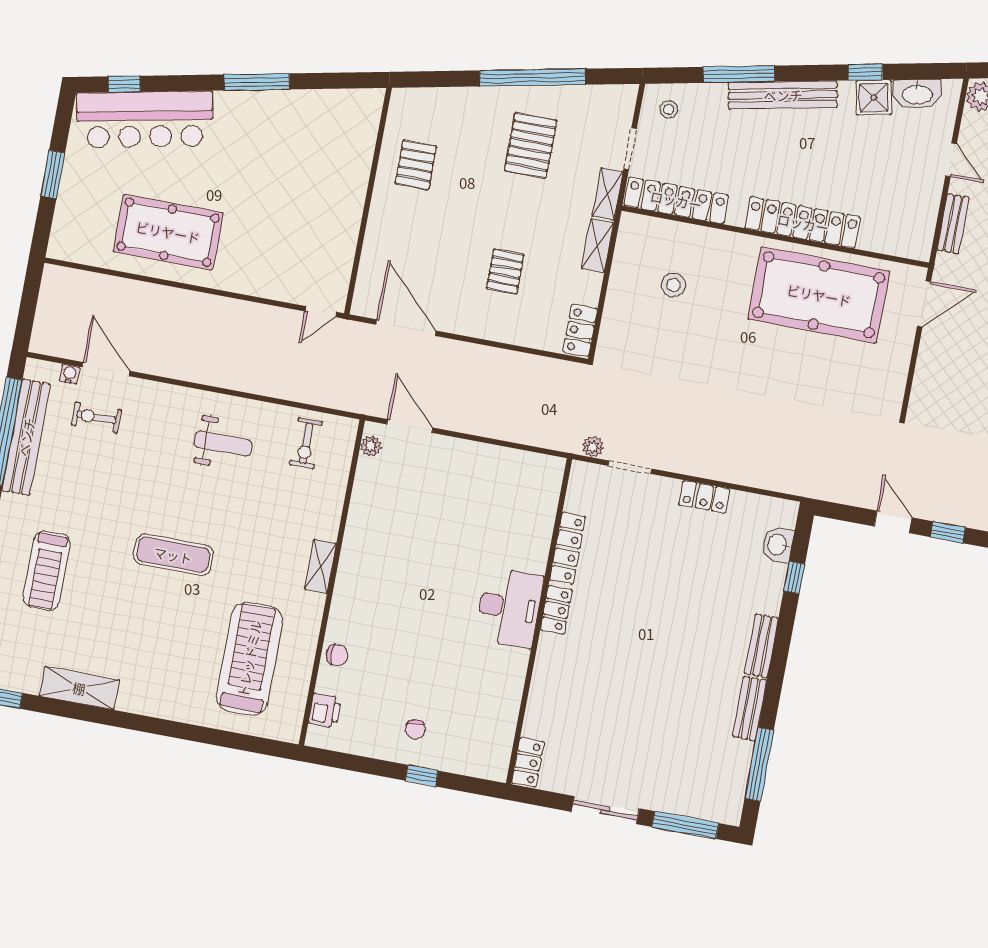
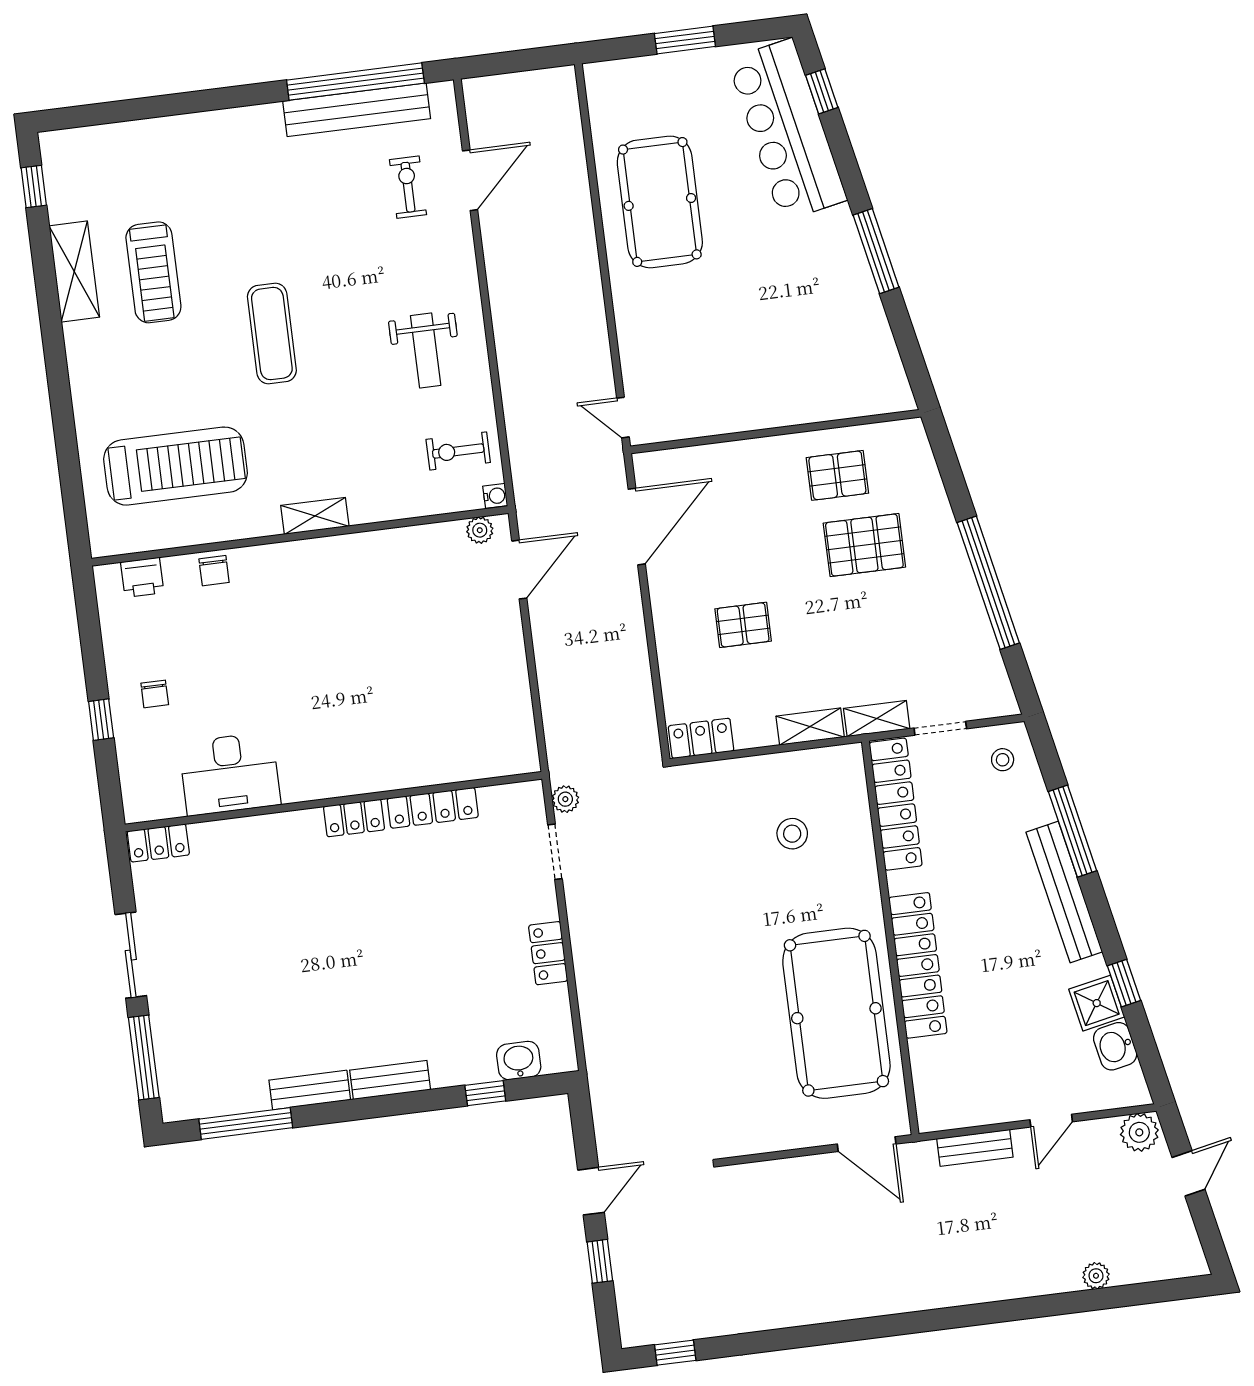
washbasin: (917, 94) -> (1115, 1046), width x0.72
pallet: (531, 145) -> (864, 545), moved
water cooler: (69, 374) -> (495, 496), moved
treadmill: (47, 571) -> (153, 272), moved, turned -90
desk: (509, 608) -> (230, 774), moved
chair: (415, 729) -> (155, 694), turned -81

